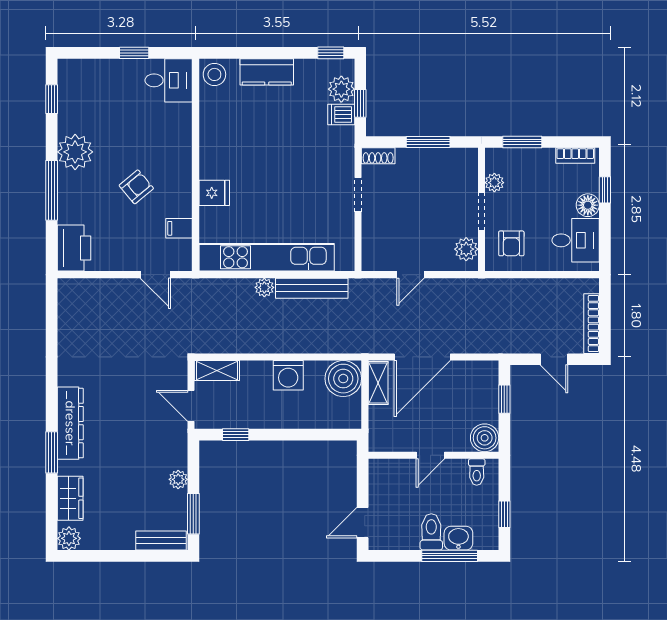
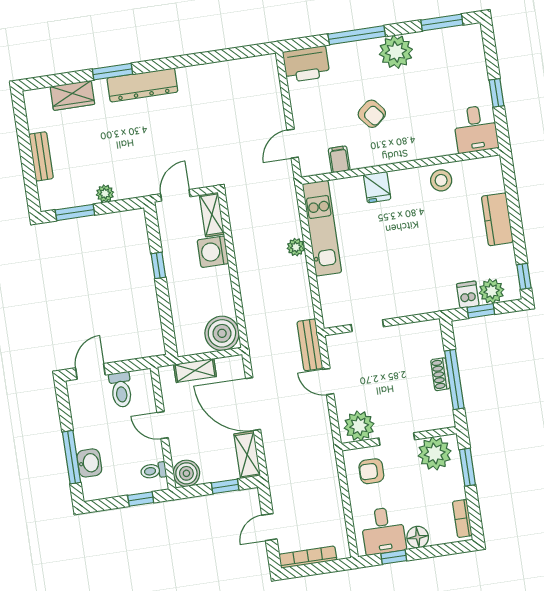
stool: (214, 74) -> (441, 180), moved
window: (52, 99) -> (442, 22), width x1.50
window: (428, 142) -> (454, 379), width x1.44
shoe rack: (378, 156) -> (440, 374), moved
plant: (494, 183) -> (435, 453), width x1.87, depth x1.87
window: (605, 190) -> (394, 557), moved
doorway: (358, 195) -> (367, 326), moved
plant: (466, 249) -> (359, 426), width x1.36, depth x1.36
kitchen unit: (267, 257) -> (322, 228), width x0.73
bench: (312, 288) -> (310, 345), moved, width x0.73
shelving: (475, 371) -> (247, 455), added
washing machine: (288, 375) -> (213, 252), moved
shelving: (378, 383) -> (195, 370), moved
window: (236, 435) -> (158, 265), moved
window: (504, 514) -> (141, 499), moved
door: (363, 523) -> (90, 371), hinge flipped
toilet: (431, 532) -> (121, 390), moved, turned 90
plant: (69, 538) -> (35, 100), removed
bench: (161, 541) -> (41, 156), moved

